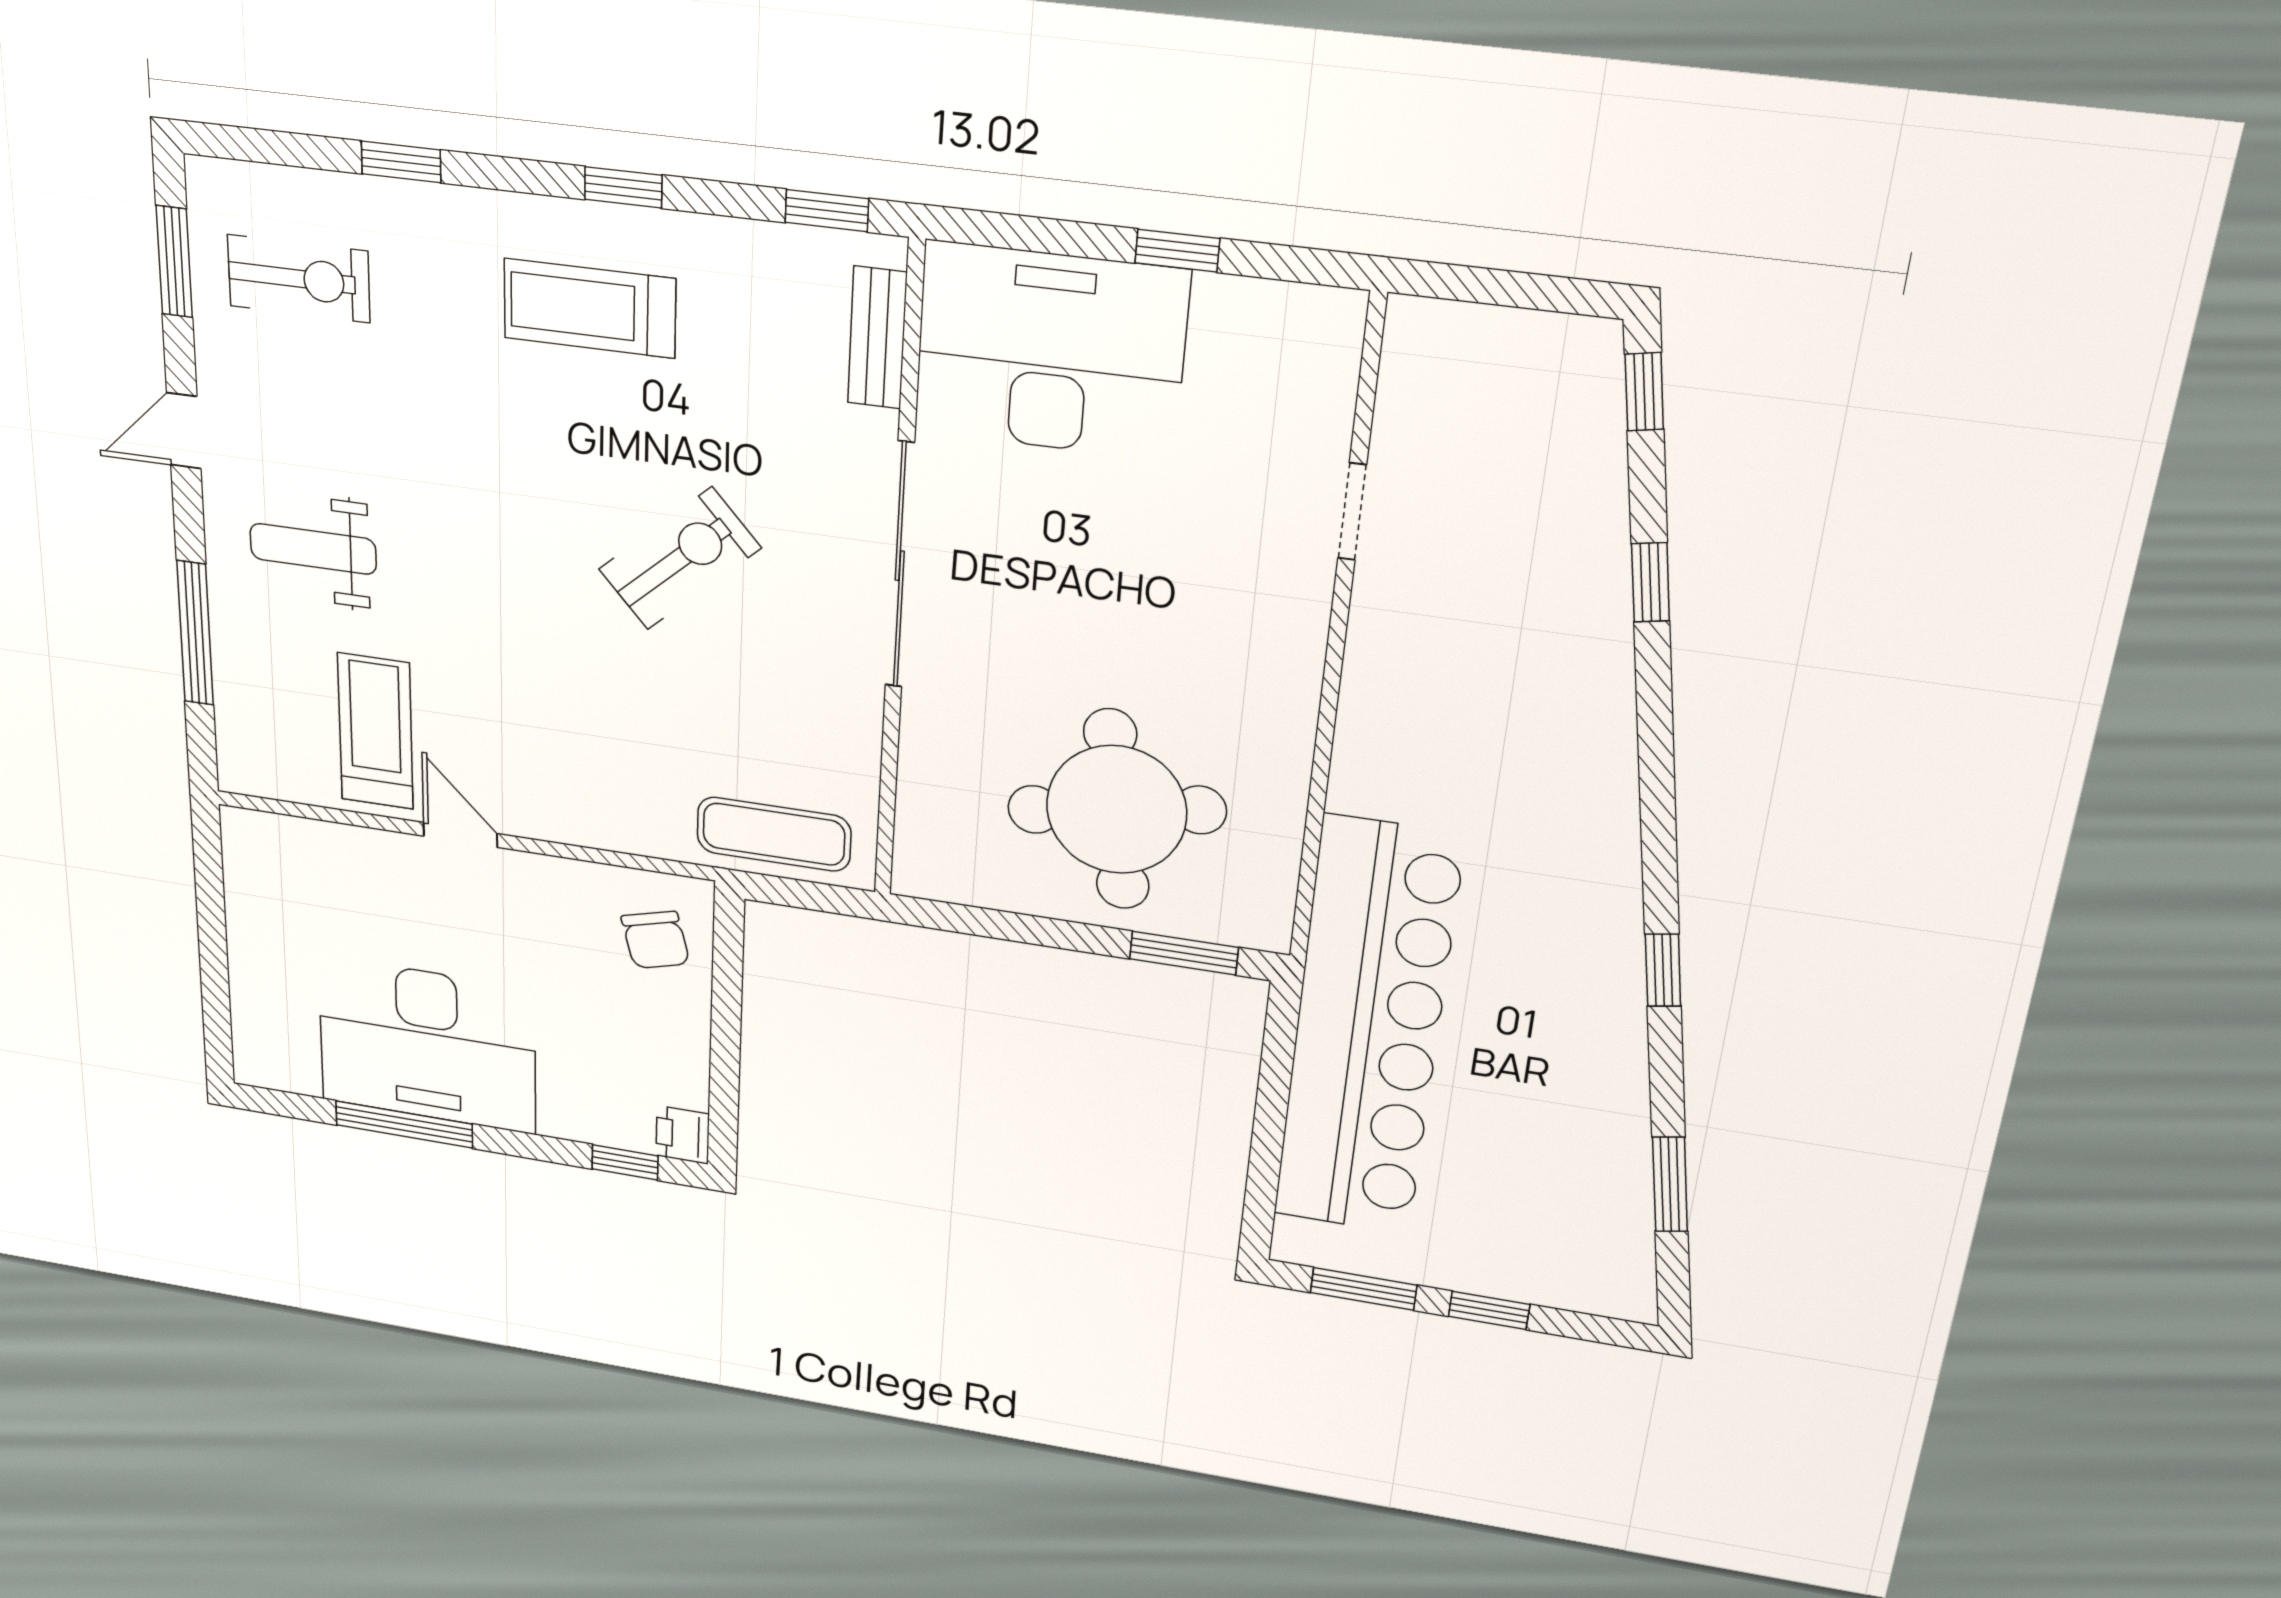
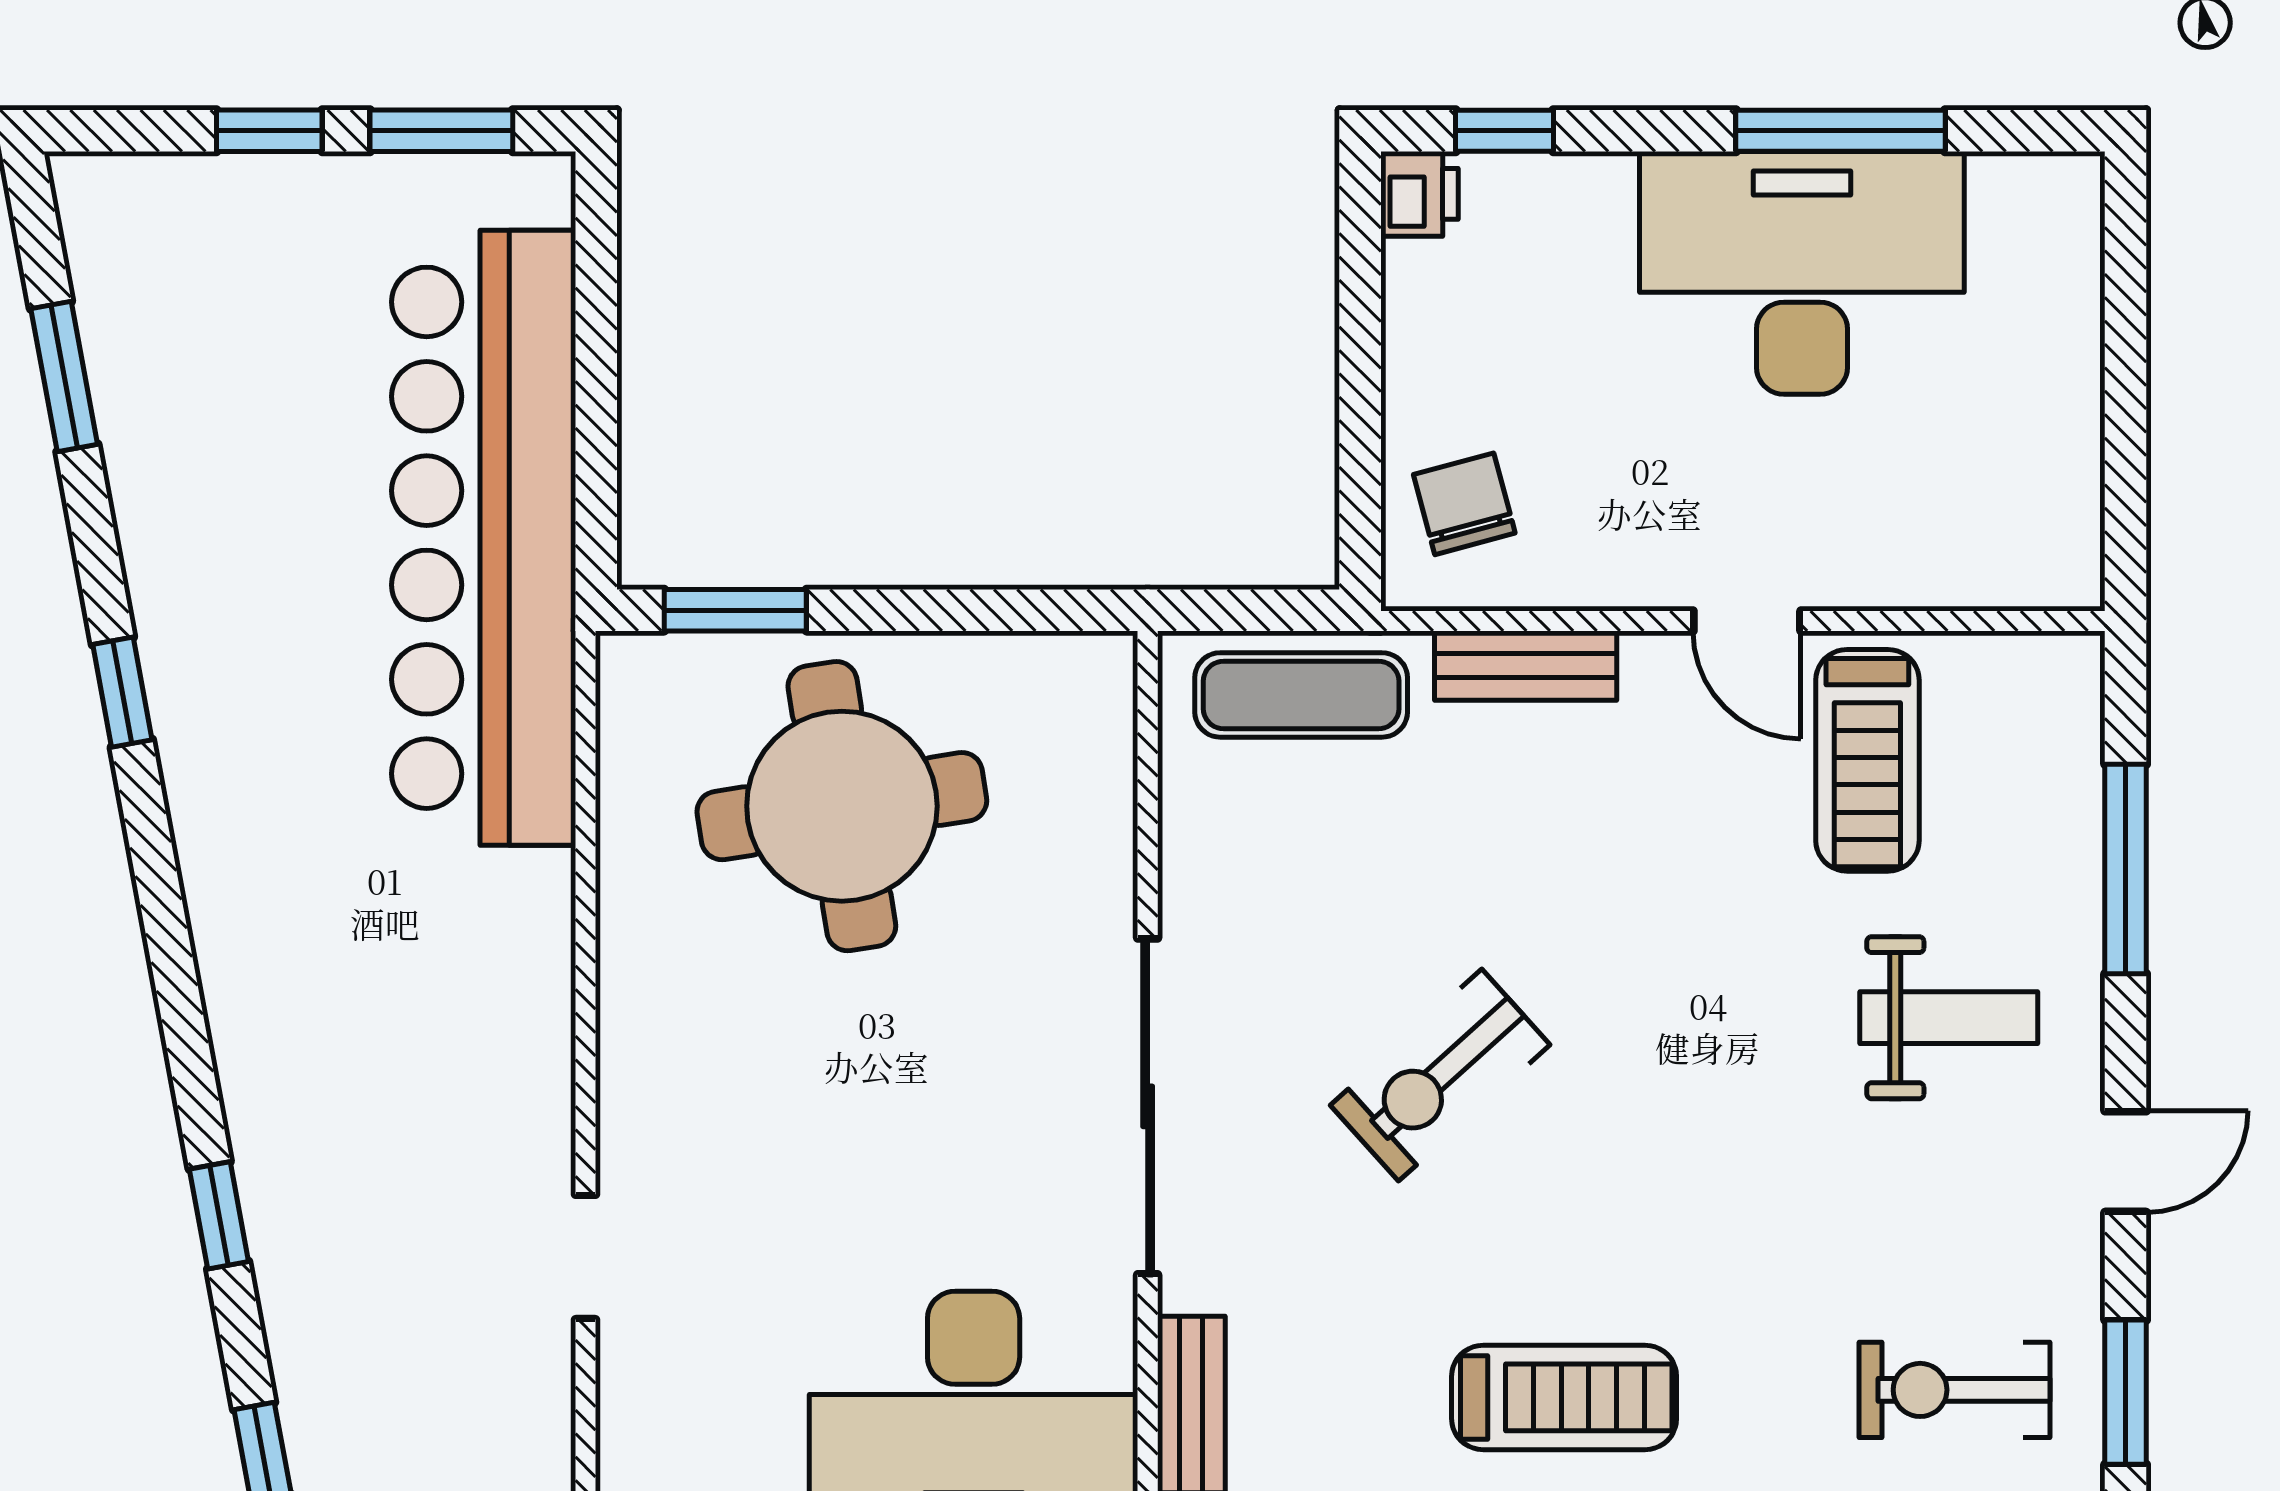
bench: (614, 829) -> (1526, 666), added

